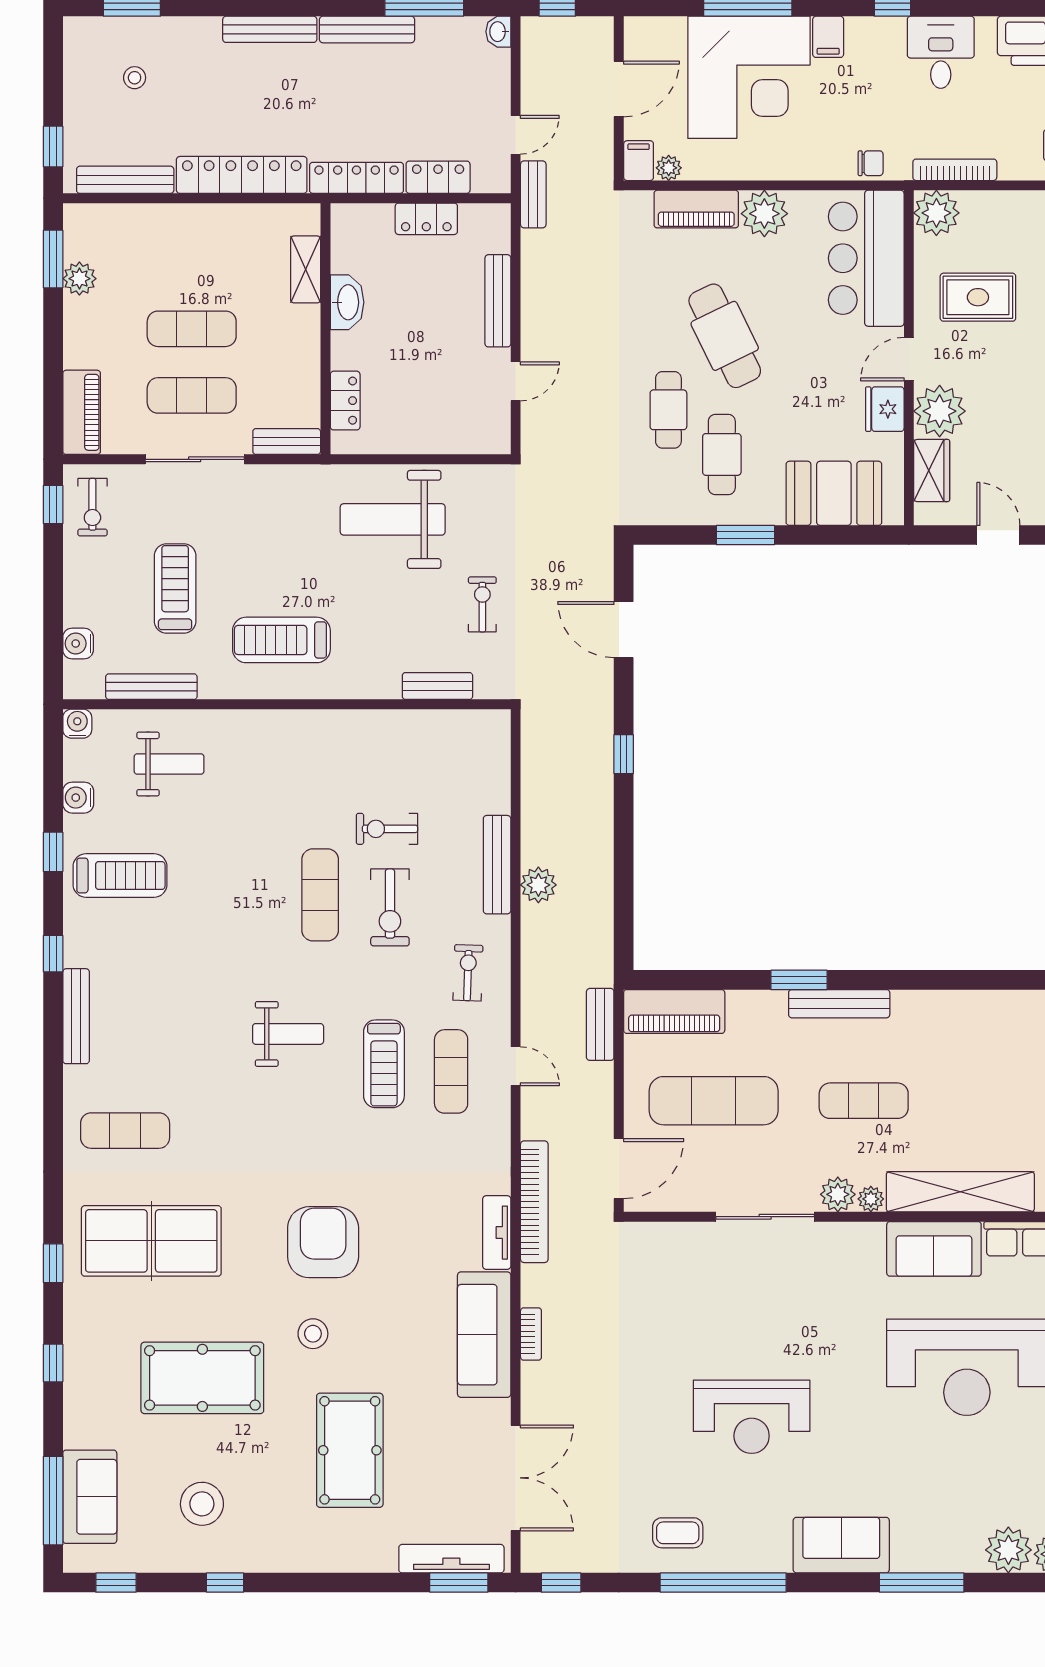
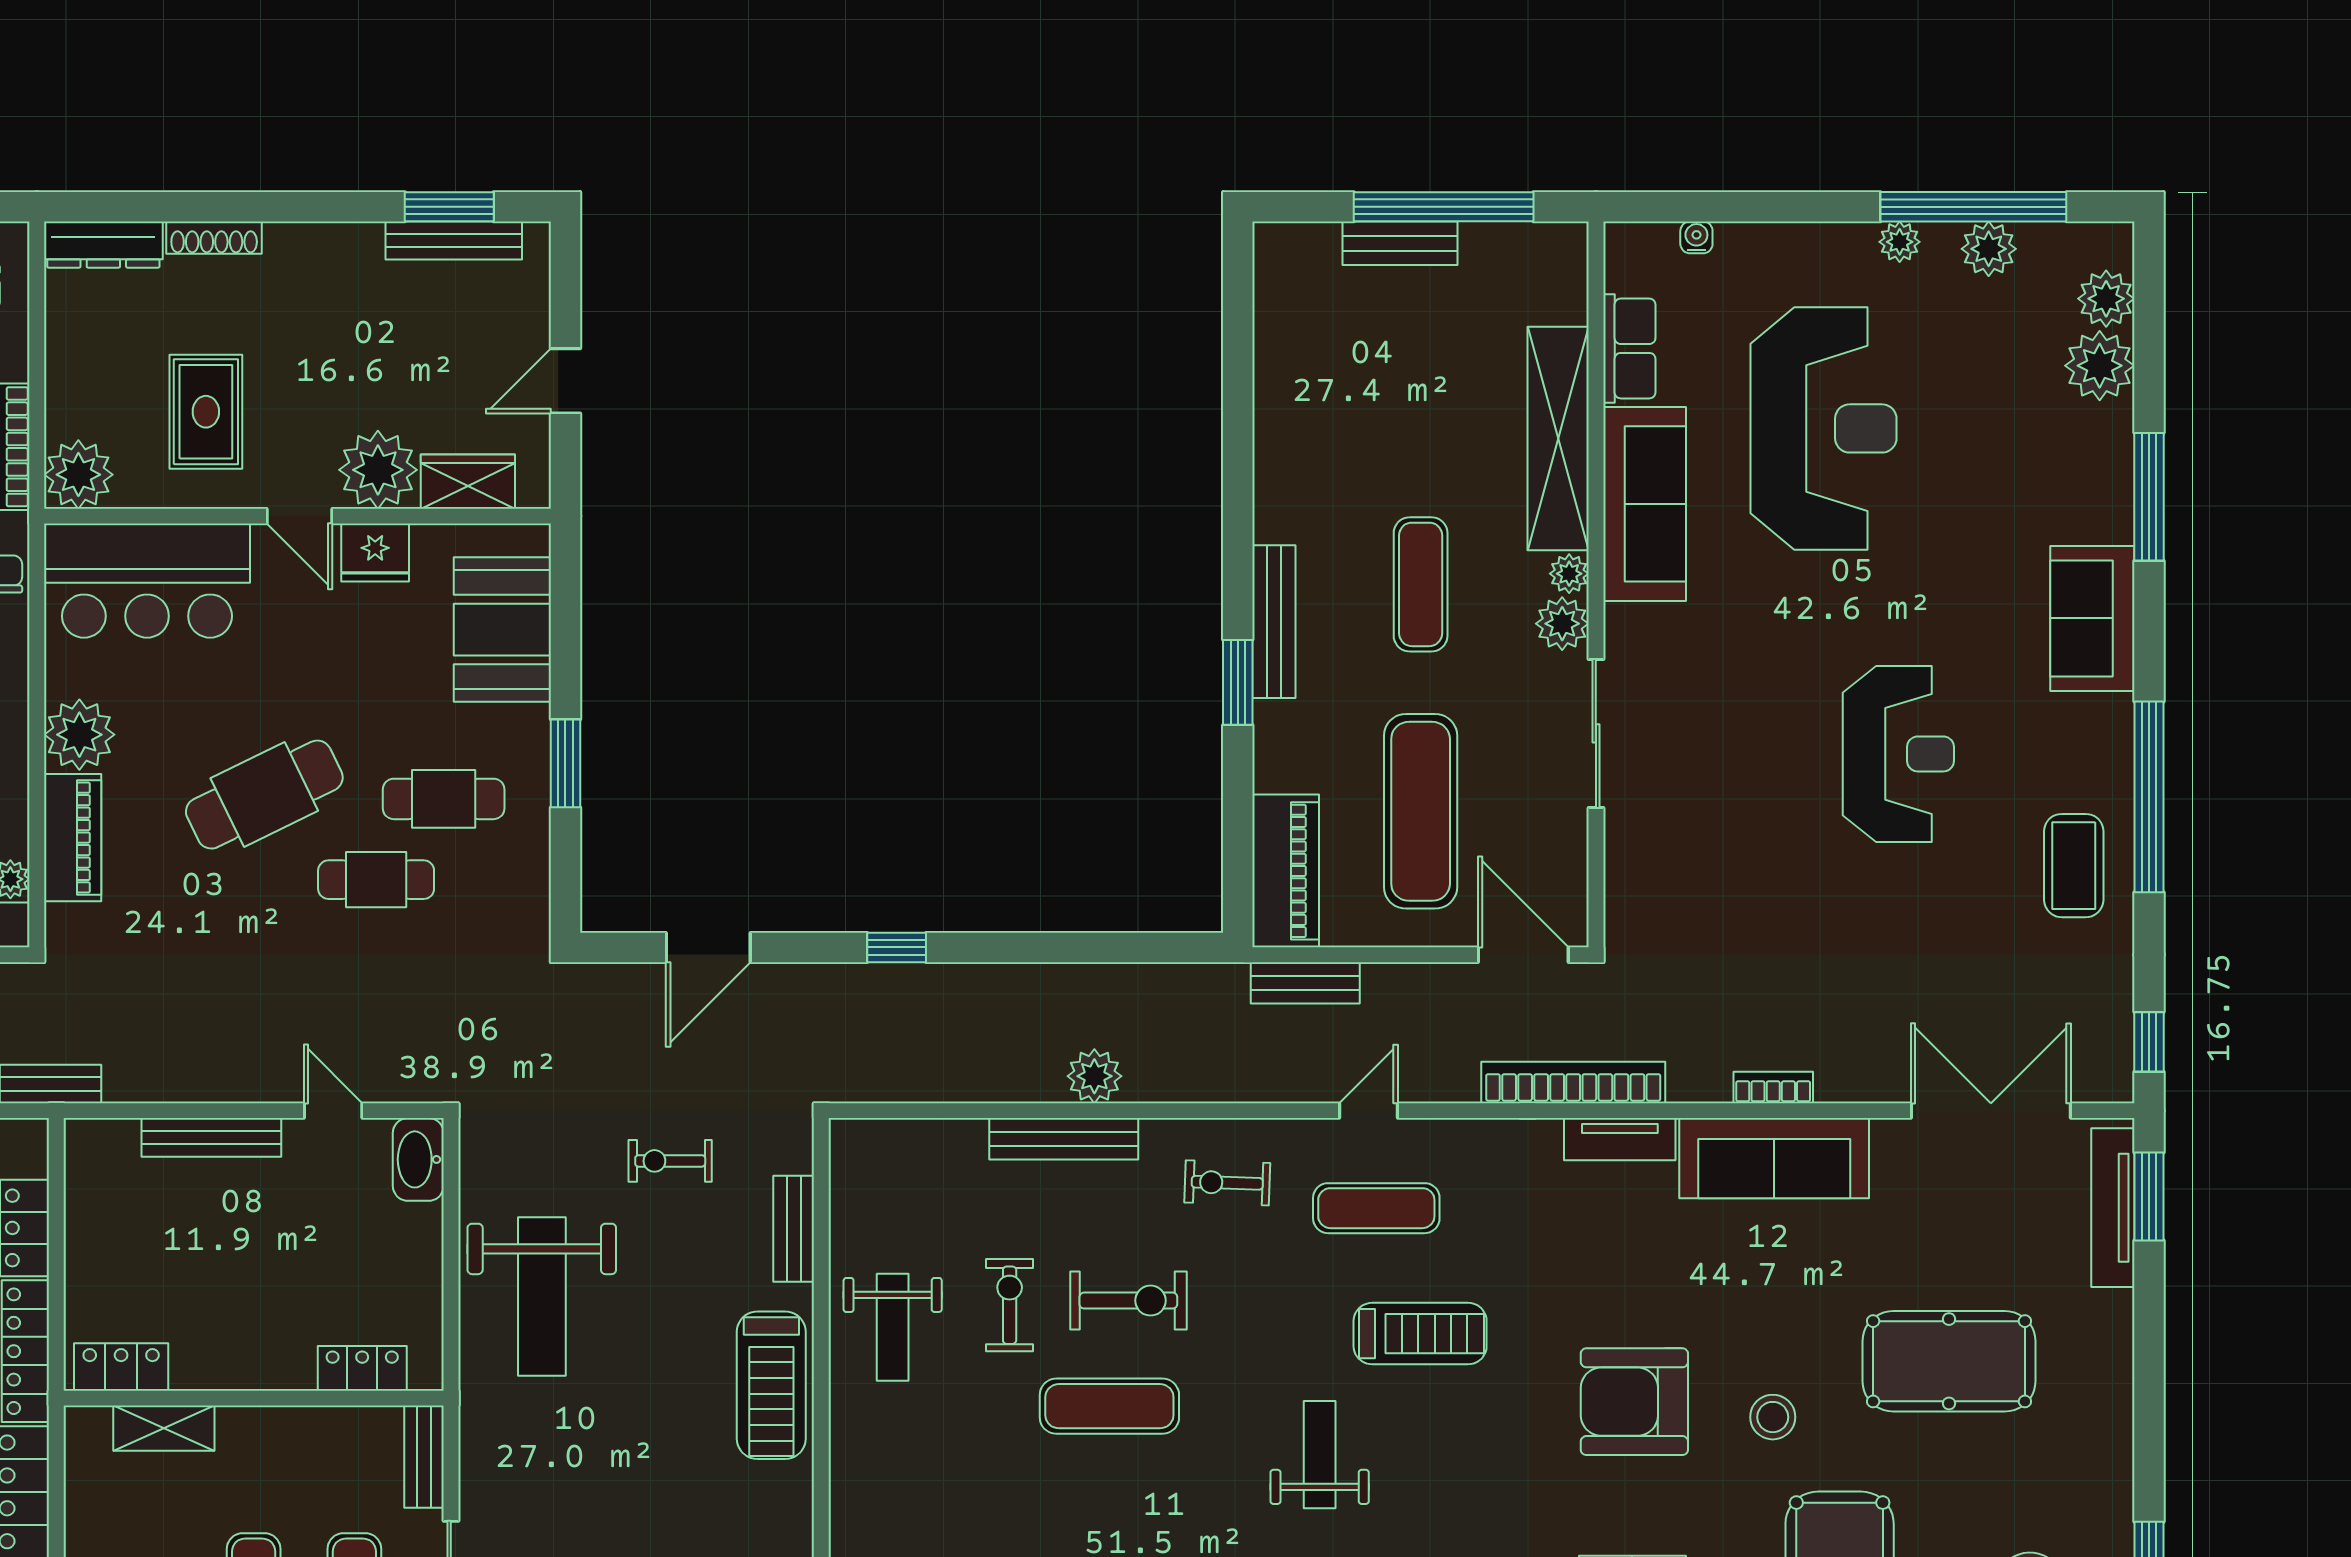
locker: (426, 219) -> (121, 1367), moved, turned -90
washbasin: (347, 302) -> (418, 1159), moved, turned -90
treadmill: (281, 640) -> (771, 1385), moved
weight bench: (372, 751) -> (893, 1327), added
exercise bike: (387, 829) -> (1010, 1305), turned 180
treadmill: (384, 1064) -> (1420, 1334), moved
sofa: (934, 1249) -> (1645, 504), width x1.36
coffee table: (678, 1533) -> (2074, 866), width x1.36, depth x1.30

